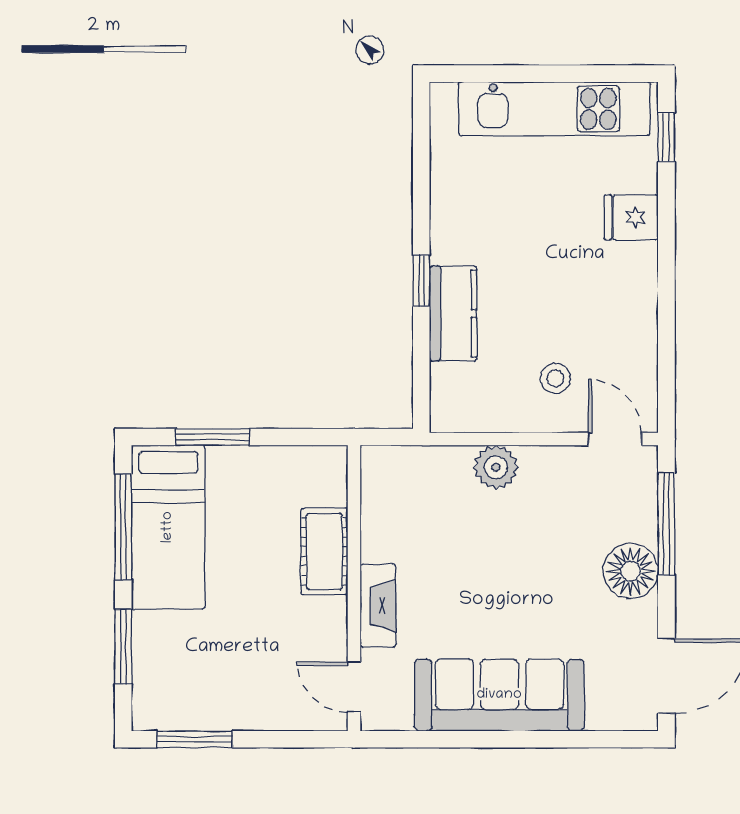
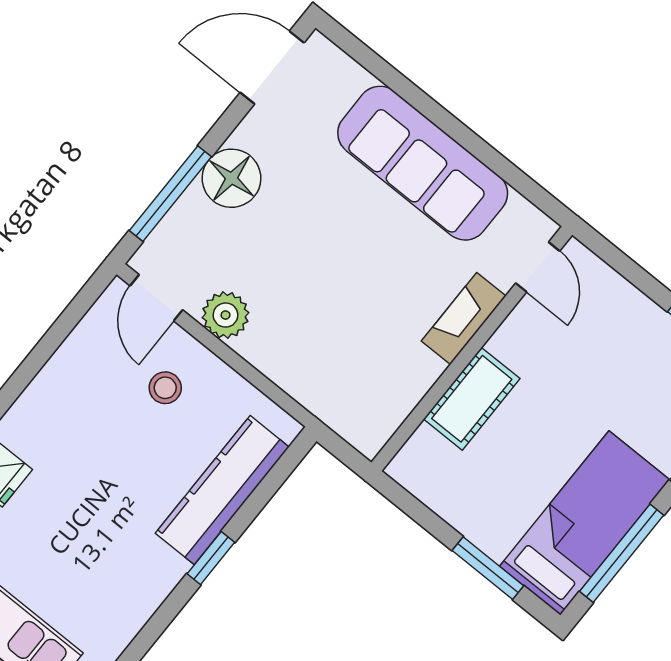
kitchen counter: (453, 313) -> (222, 490), width x1.50
plant: (496, 467) -> (225, 315), moved

